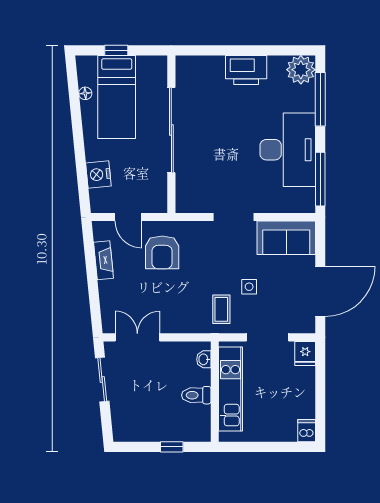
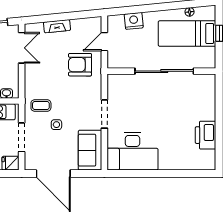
printer: (246, 70) -> (206, 135), moved
plant: (301, 70) -> (206, 160), removed
window: (320, 99) -> (185, 174), removed
desk: (288, 150) -> (132, 151), moved
window: (320, 179) -> (130, 174), removed
fireplace: (103, 260) -> (57, 26), moved

